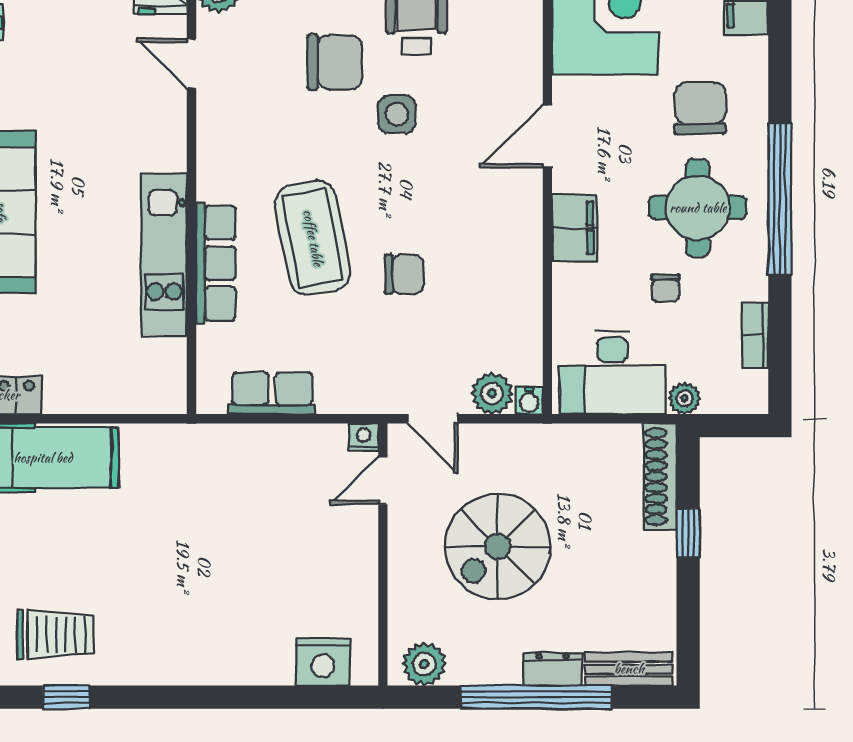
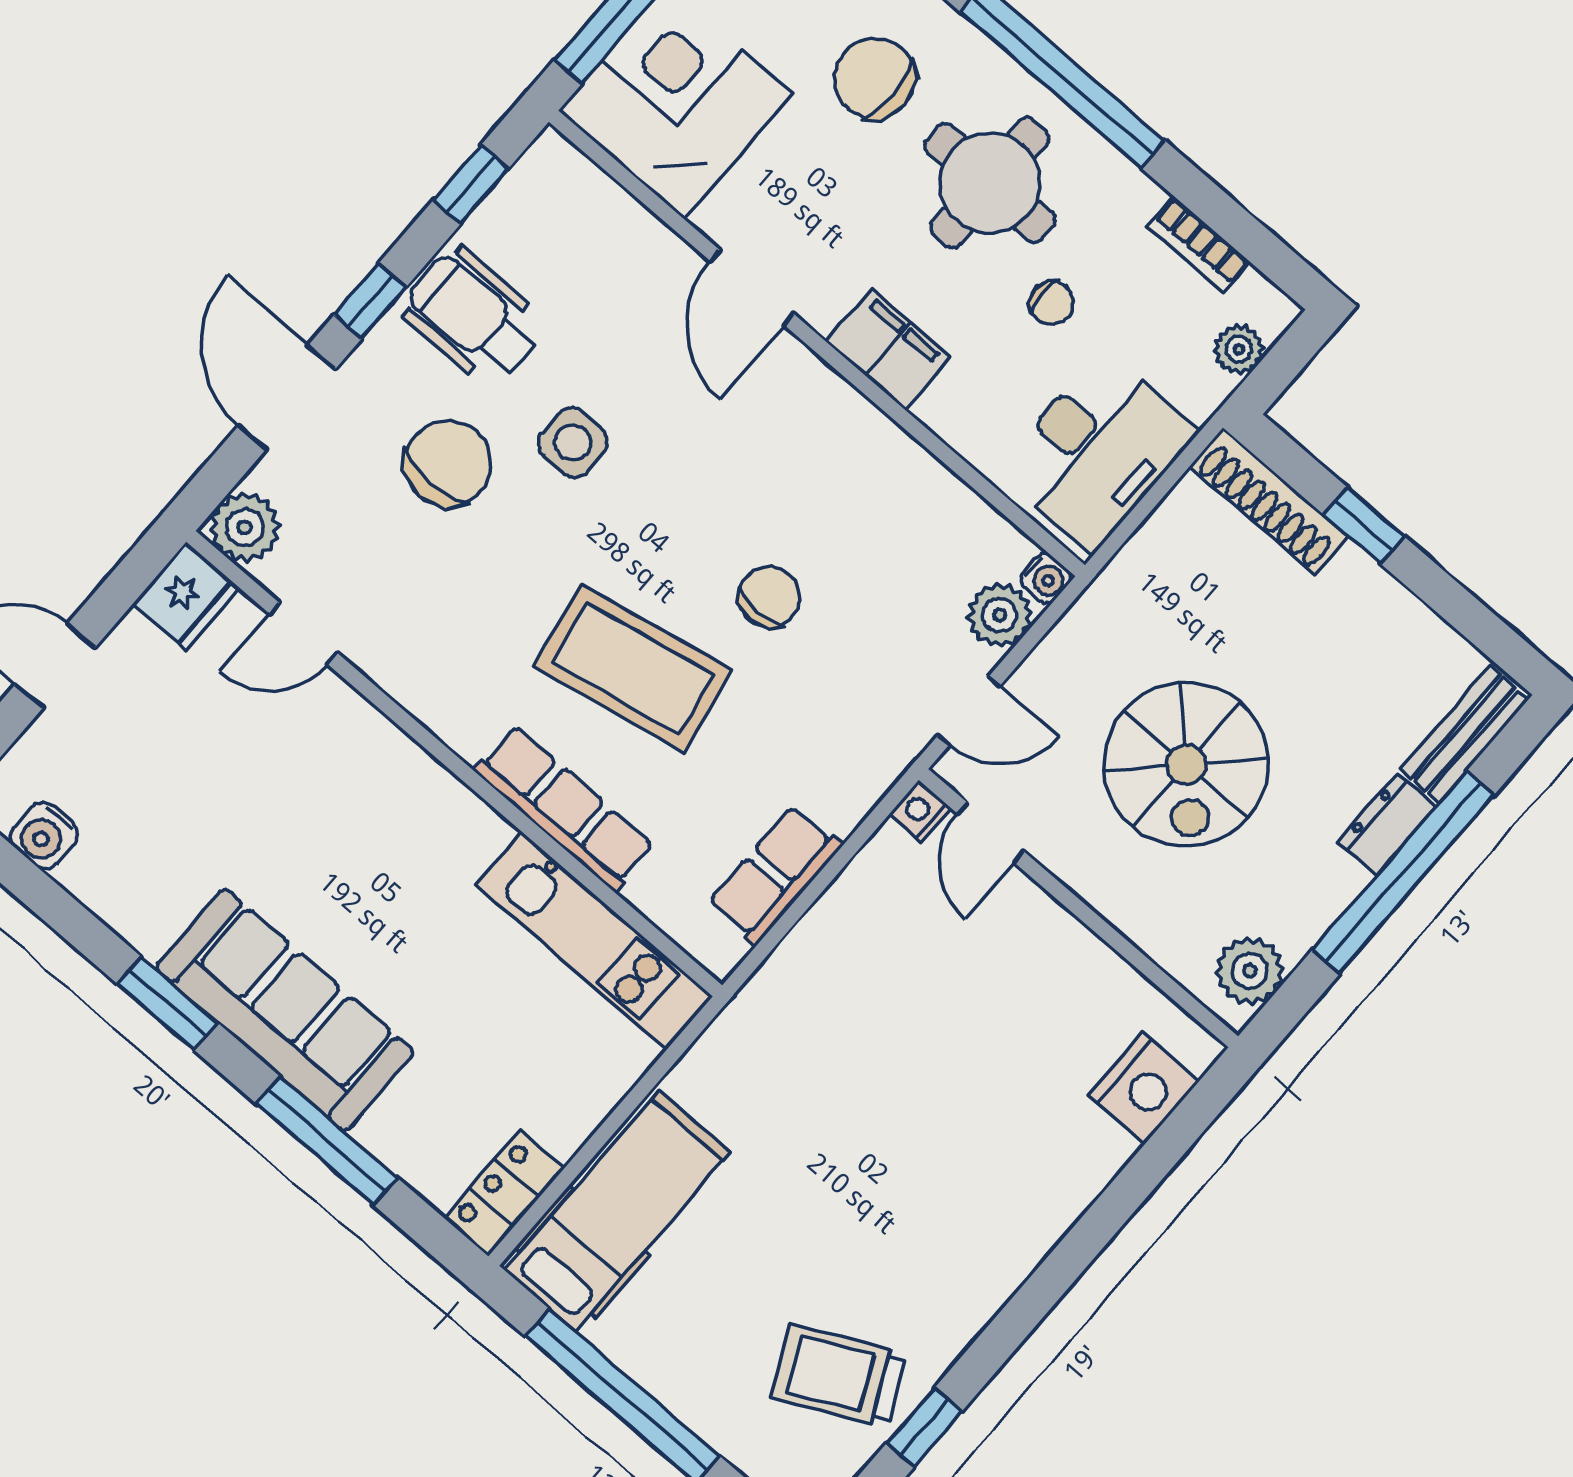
kitchen unit: (164, 255) -> (594, 941), moved
plant: (684, 398) -> (1239, 349), moved
trolley: (56, 634) -> (839, 1376), turned -116

